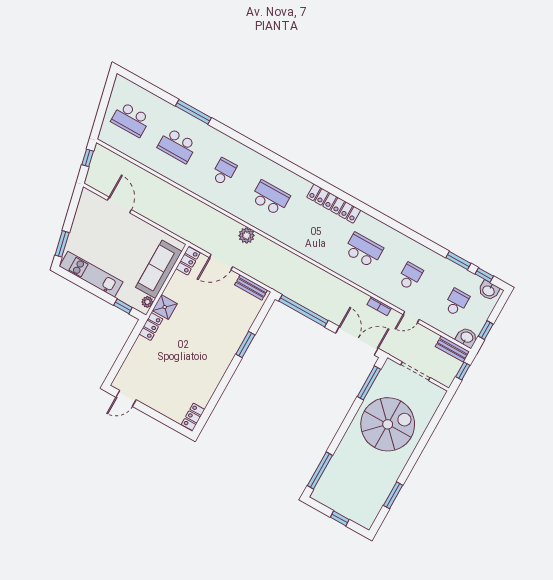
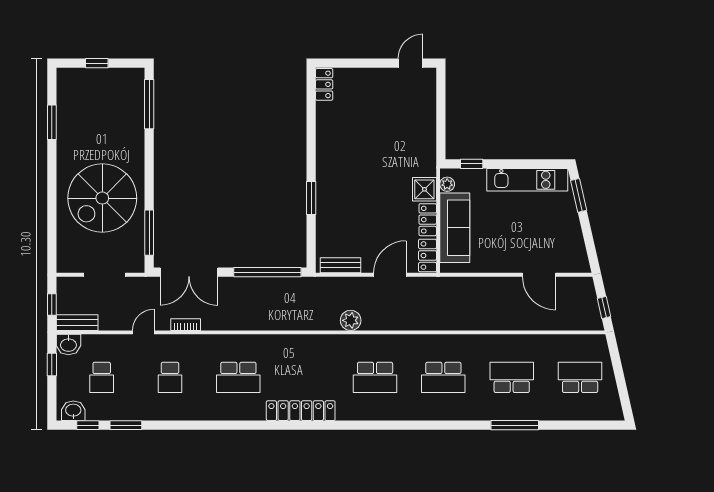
school desk: (224, 172) -> (443, 377), width x1.85
plant: (247, 236) -> (351, 320), moved
locker: (151, 326) -> (428, 220), moved

